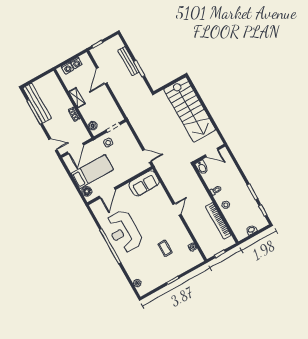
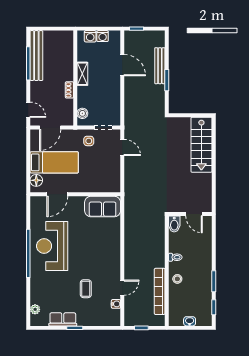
door: (102, 76) -> (122, 65), swing flipped
stairs: (190, 110) -> (201, 145), width x0.73, depth x0.66
door: (147, 156) -> (122, 147), moved
door: (177, 209) -> (122, 288), moved
row of seats: (161, 279) -> (63, 319), added

